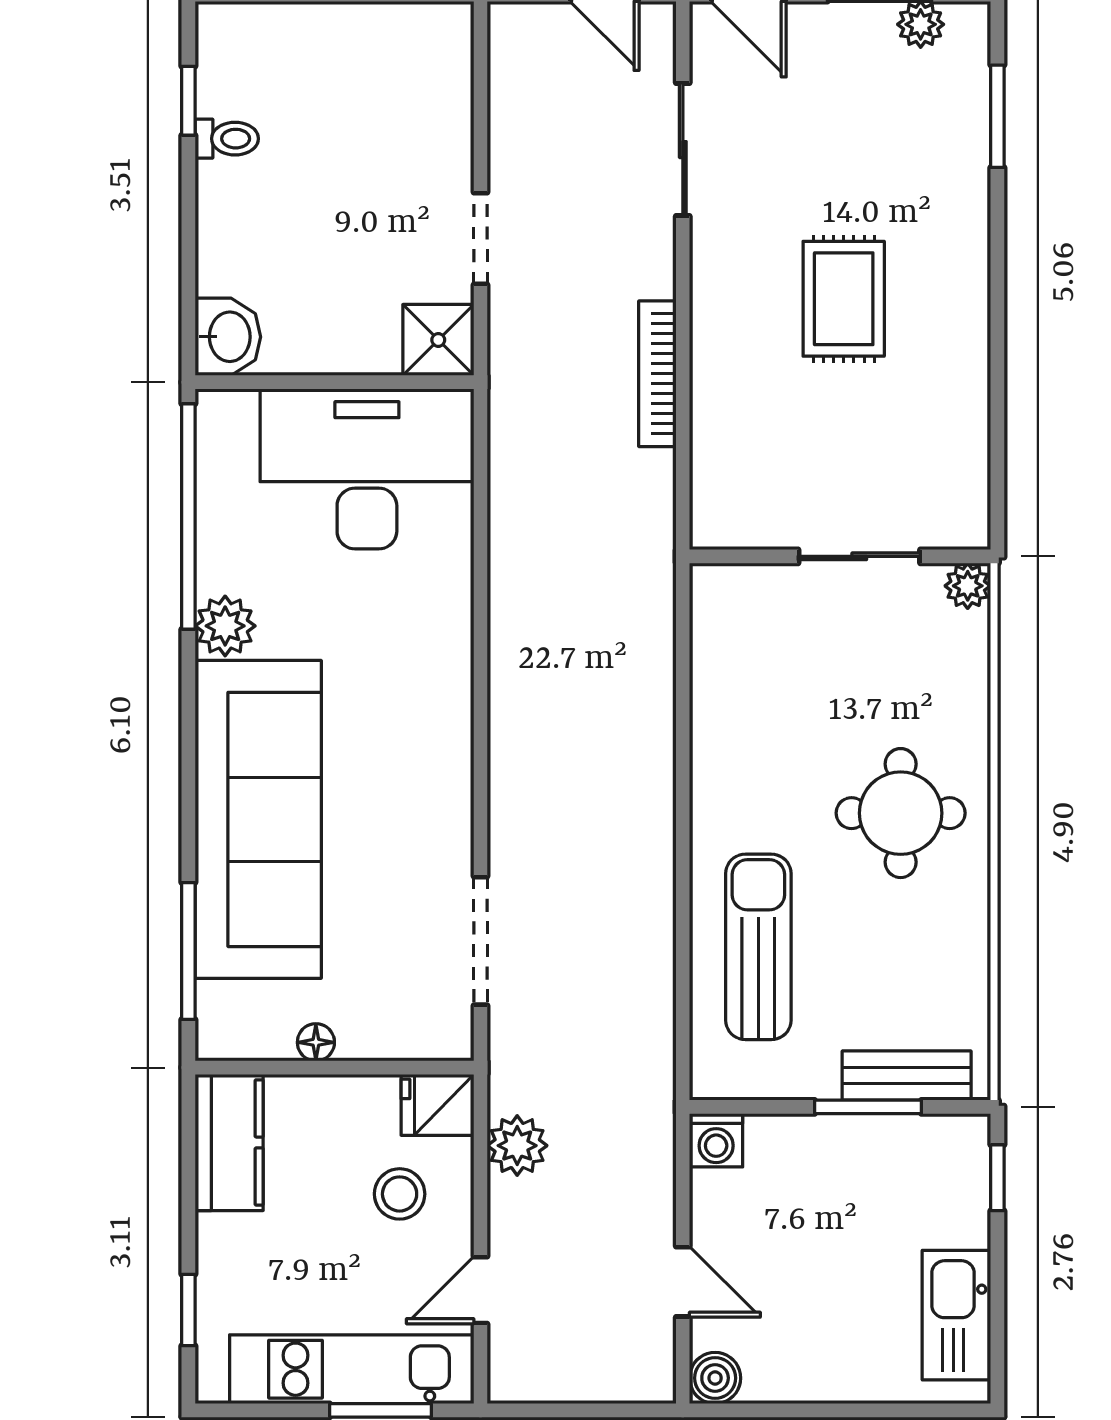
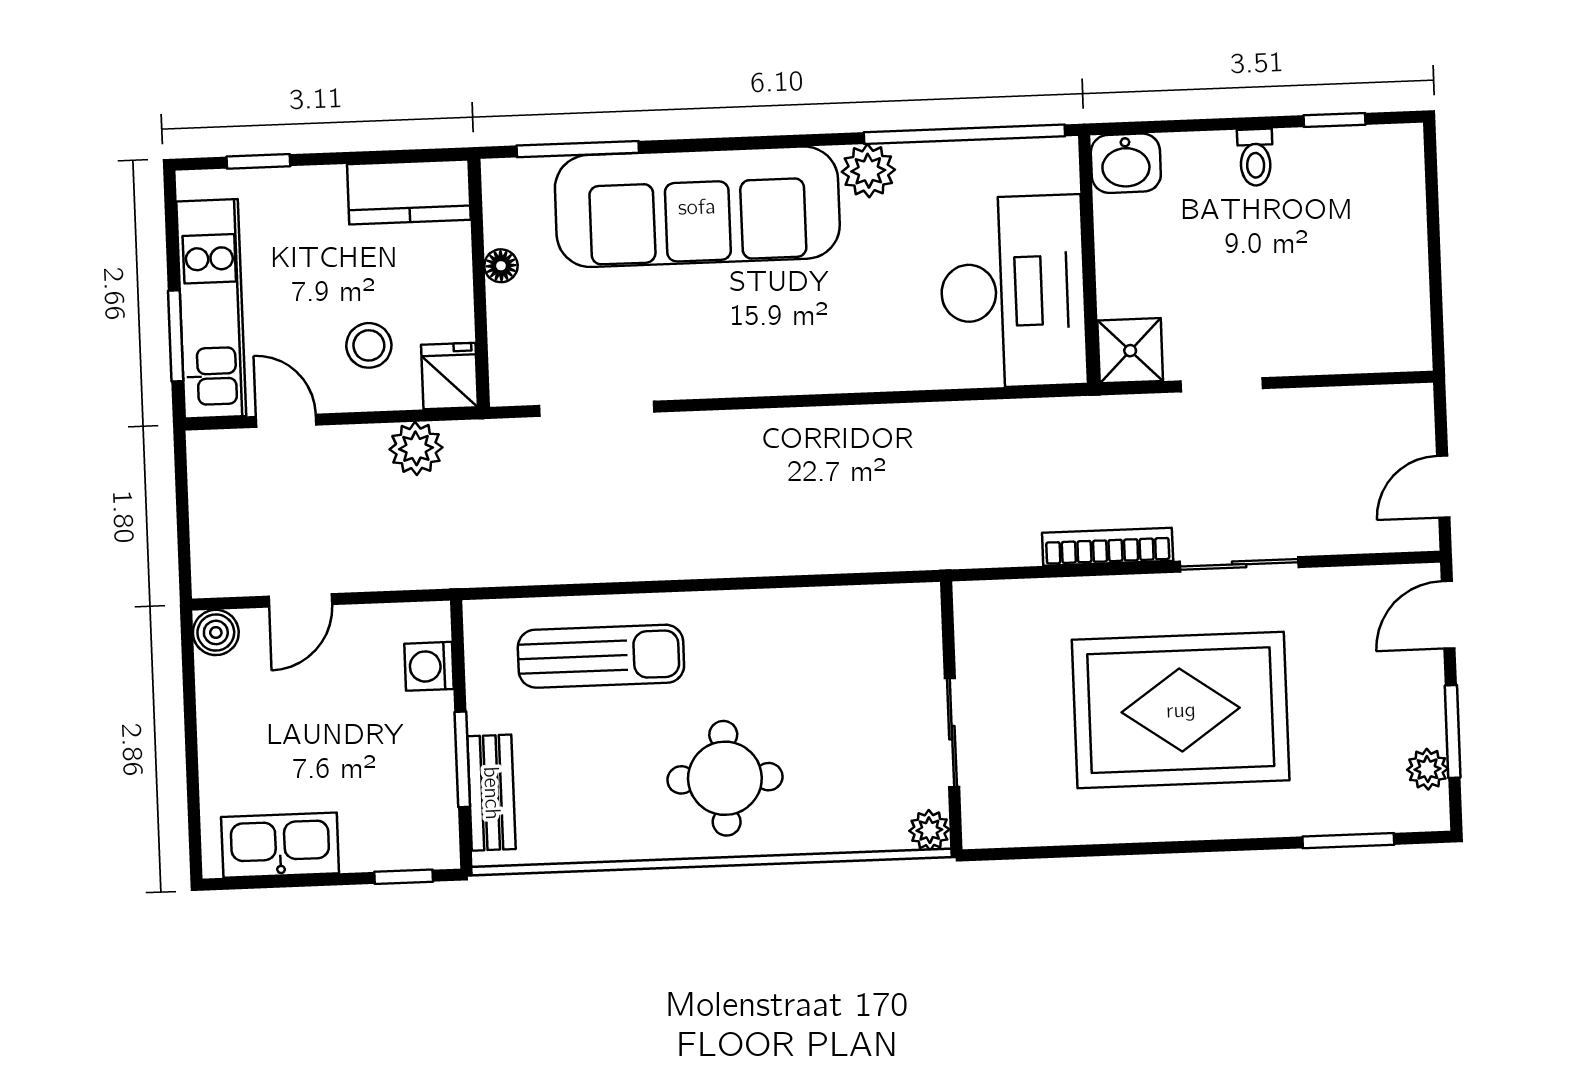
toilet: (227, 139) -> (1255, 157), moved
sliding door: (683, 150) -> (1239, 564), moved
rug: (844, 299) -> (1181, 710), width x1.86, depth x2.06
washing machine: (716, 1140) -> (429, 666), moved

